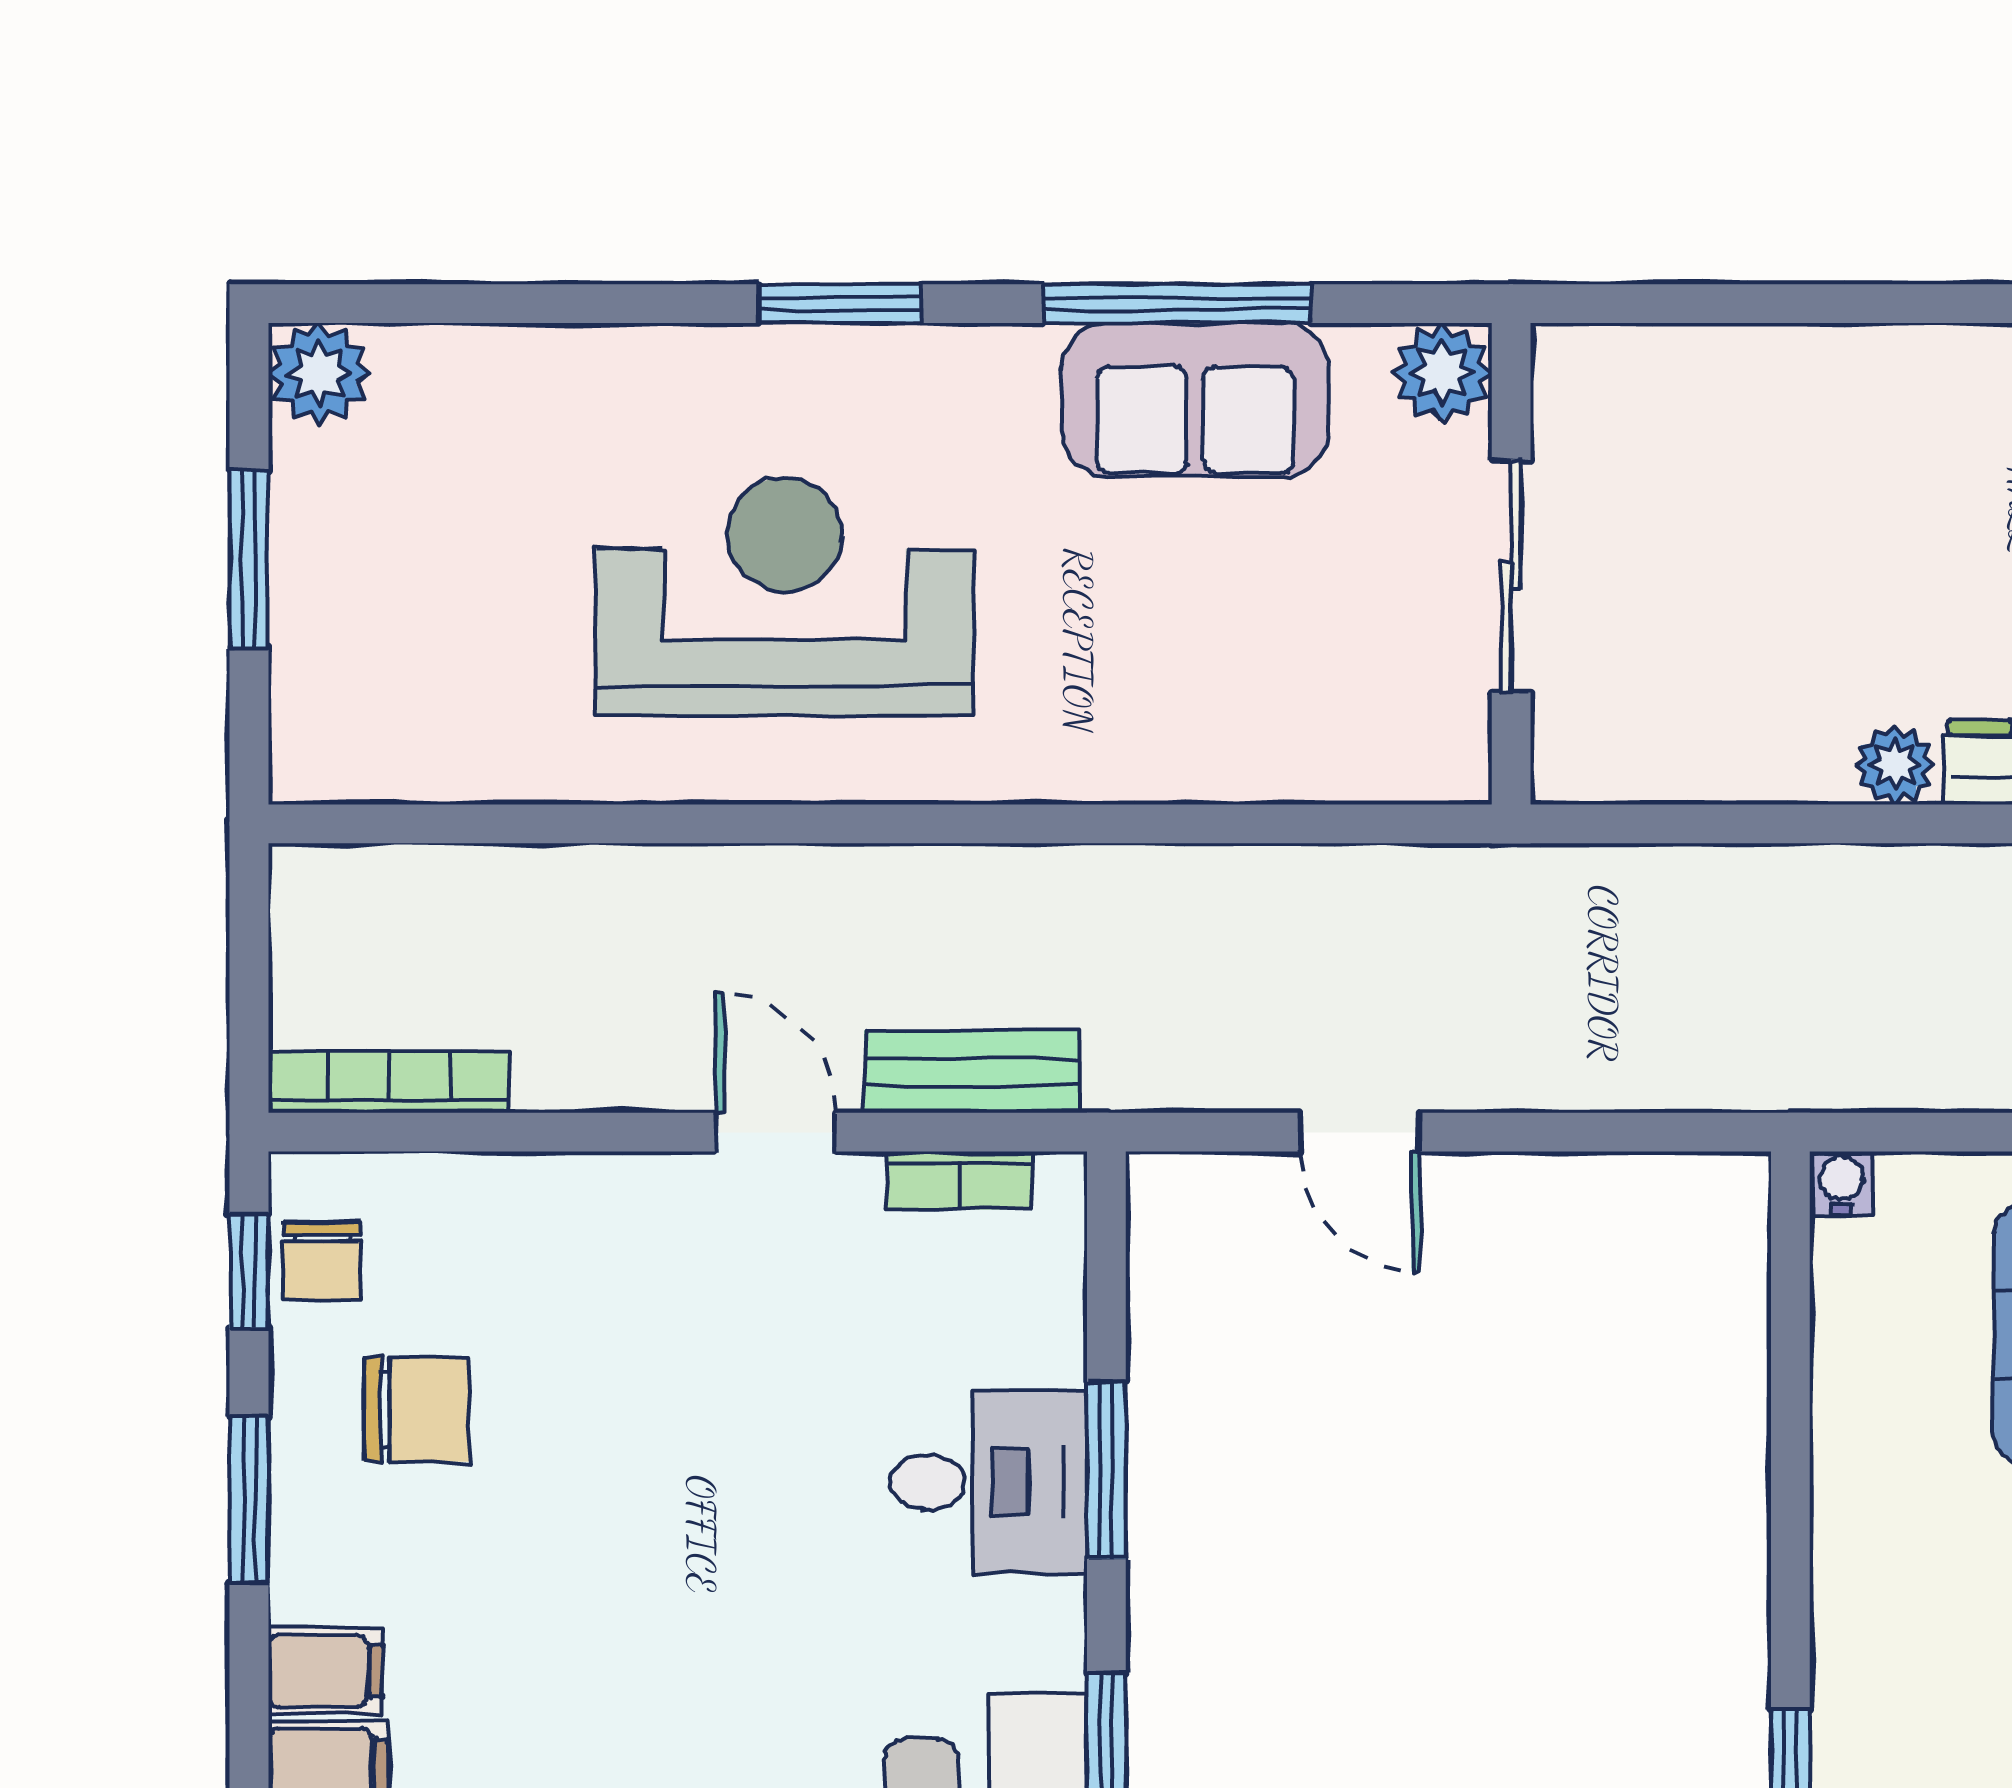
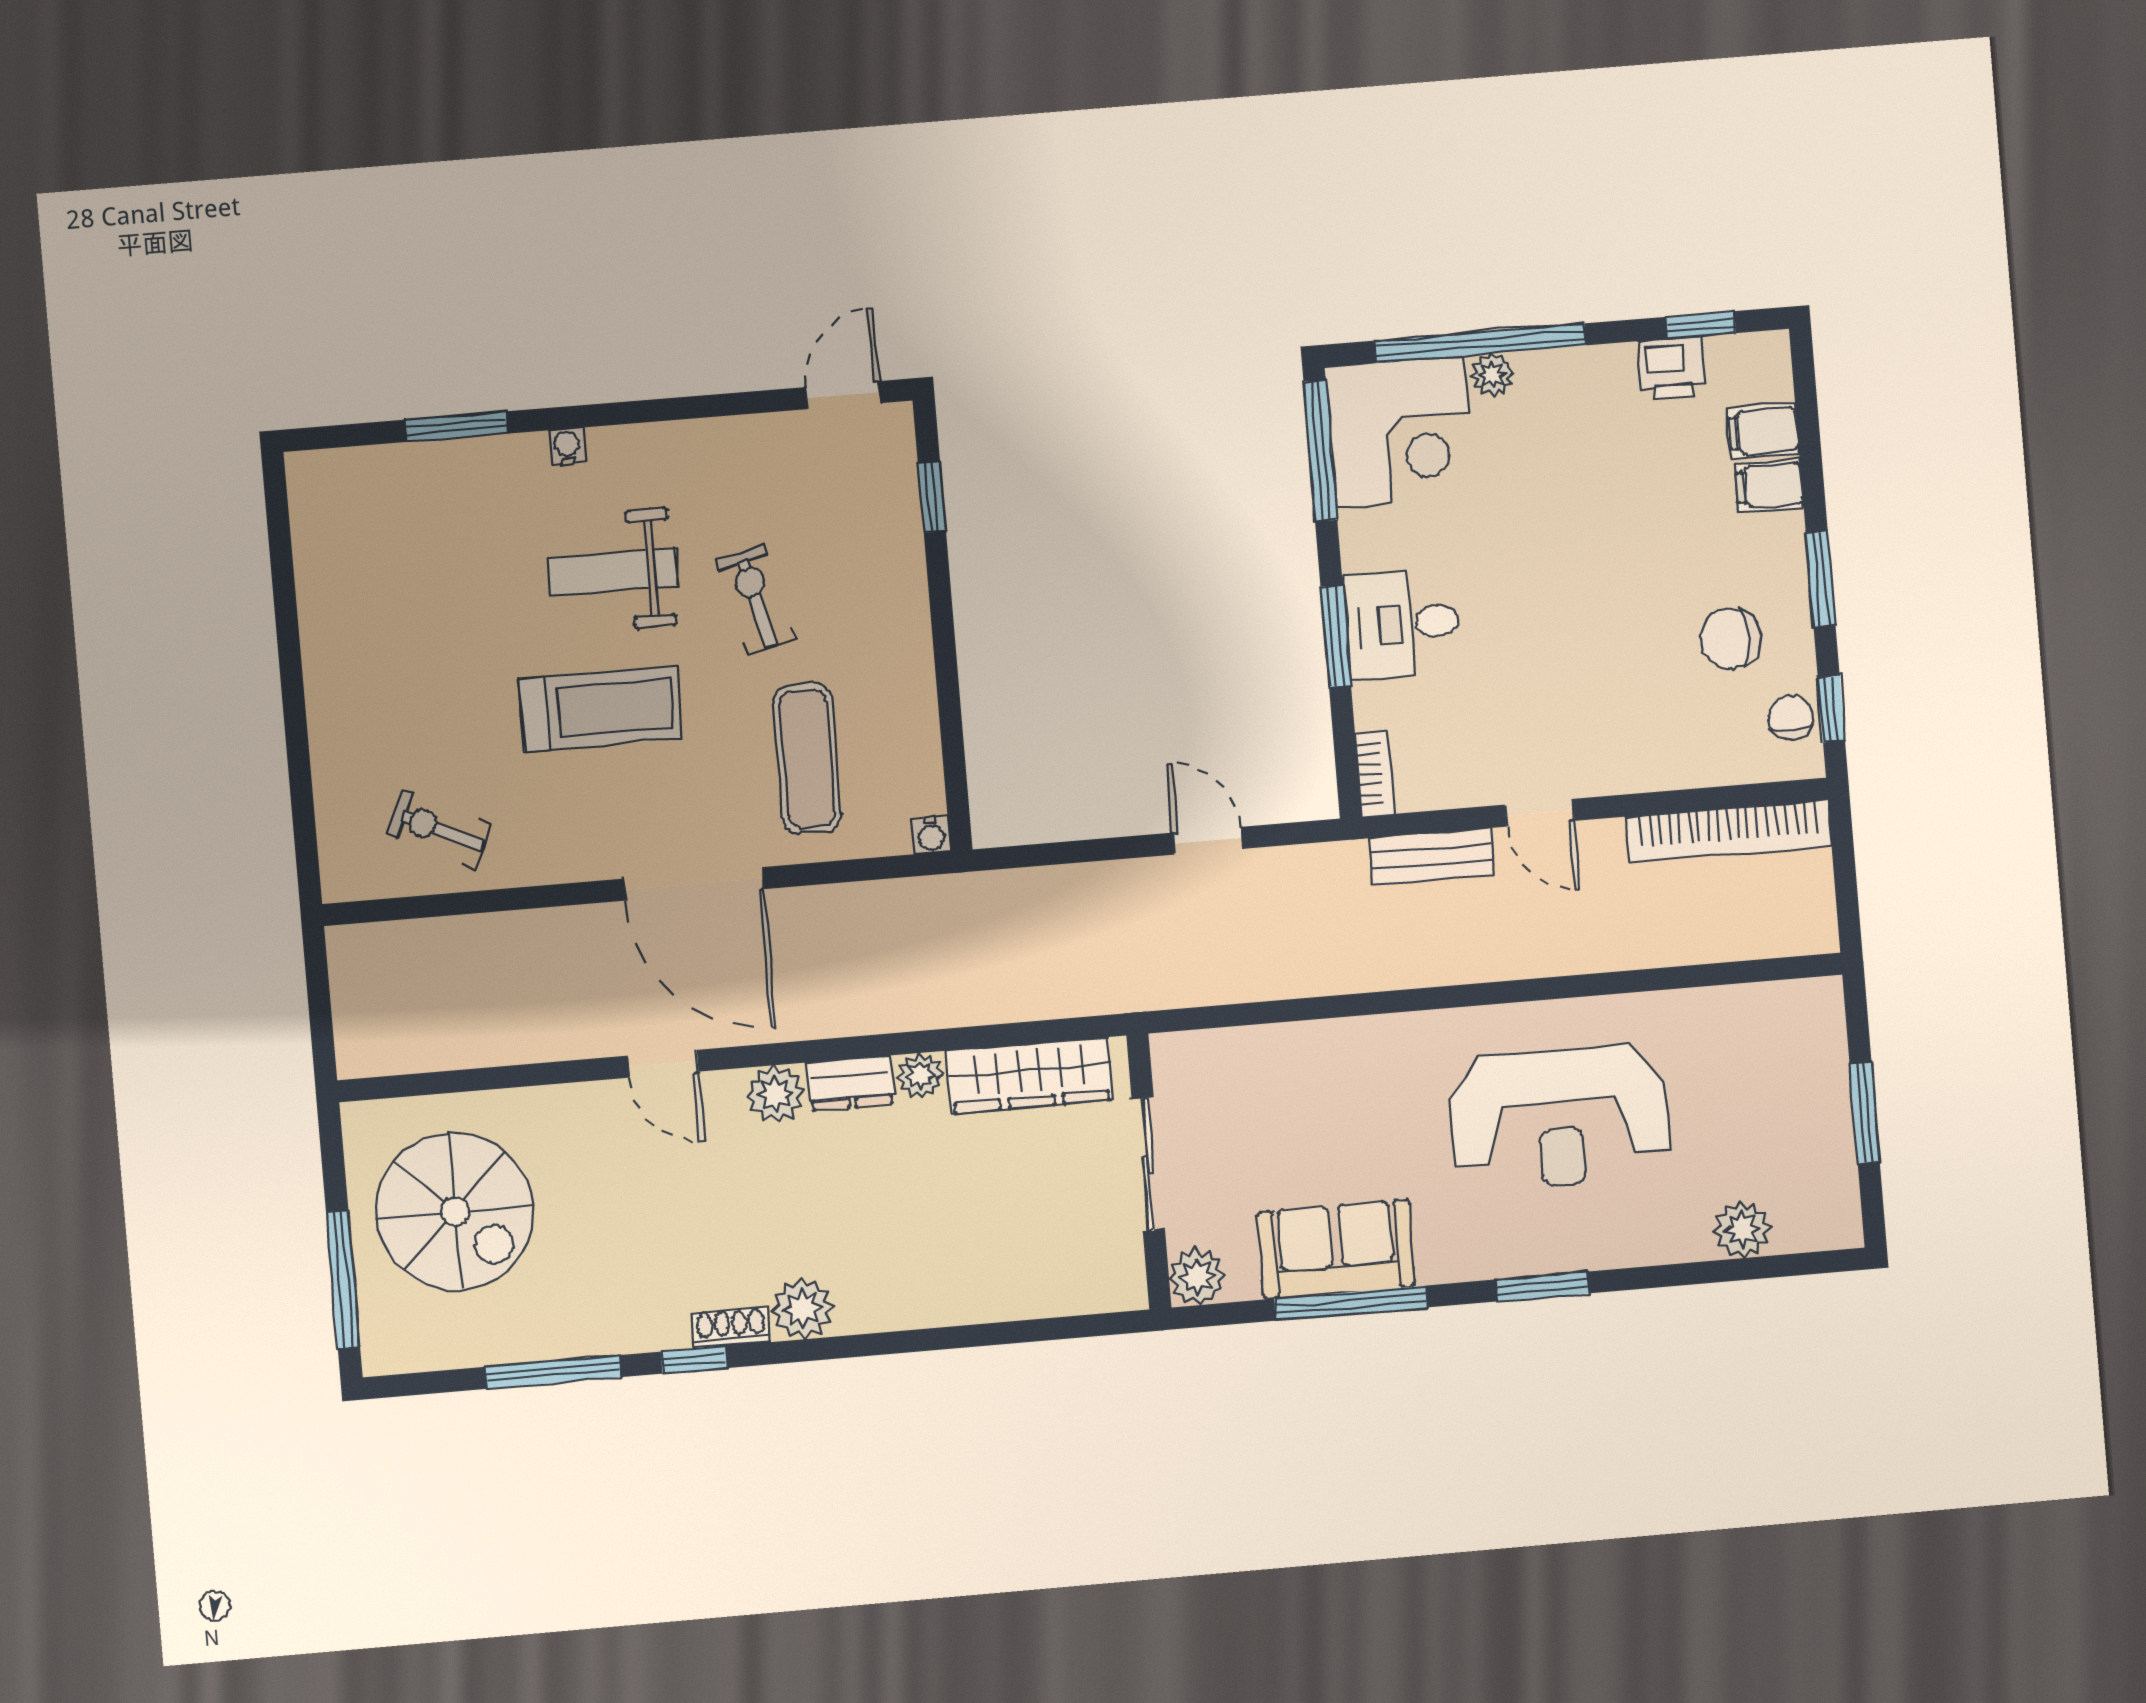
plant: (319, 374) -> (1742, 1229), moved
wardrobe: (1705, 749) -> (1029, 1075), added
bookcase: (389, 1082) -> (1729, 831), width x1.48, depth x1.31
bookcase: (959, 1180) -> (1375, 774), moved, turned 90

